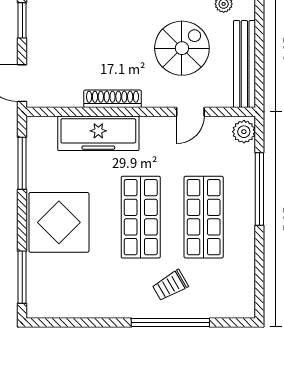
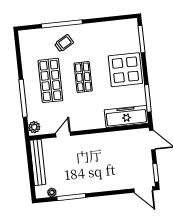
spiral stairs: (182, 48) -> (71, 167), removed
shoe rack: (113, 99) -> (104, 137), removed
freezer: (98, 133) -> (126, 116), moved
shop shelf: (141, 217) -> (83, 77), width x0.70, depth x0.74

